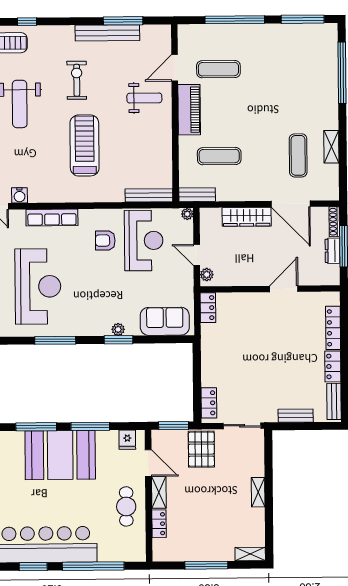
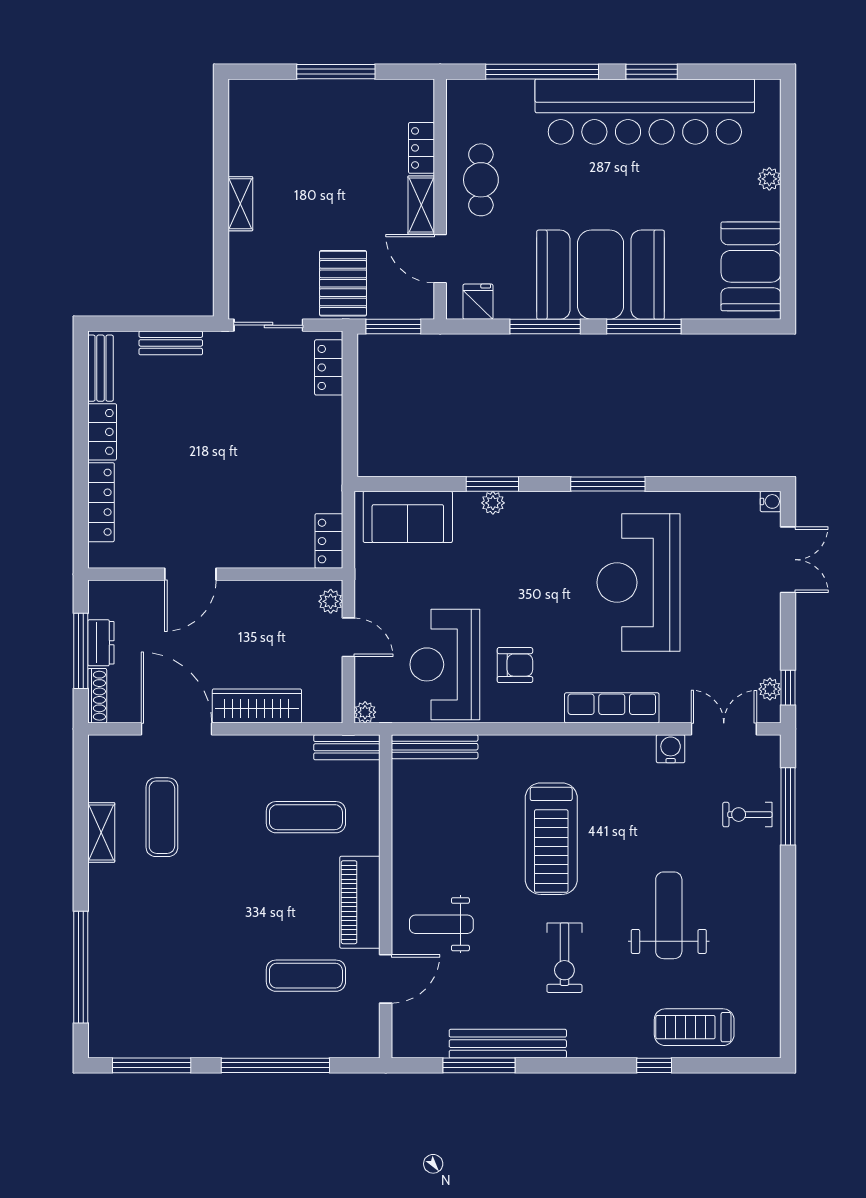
shelving: (250, 554) -> (256, 91), removed

